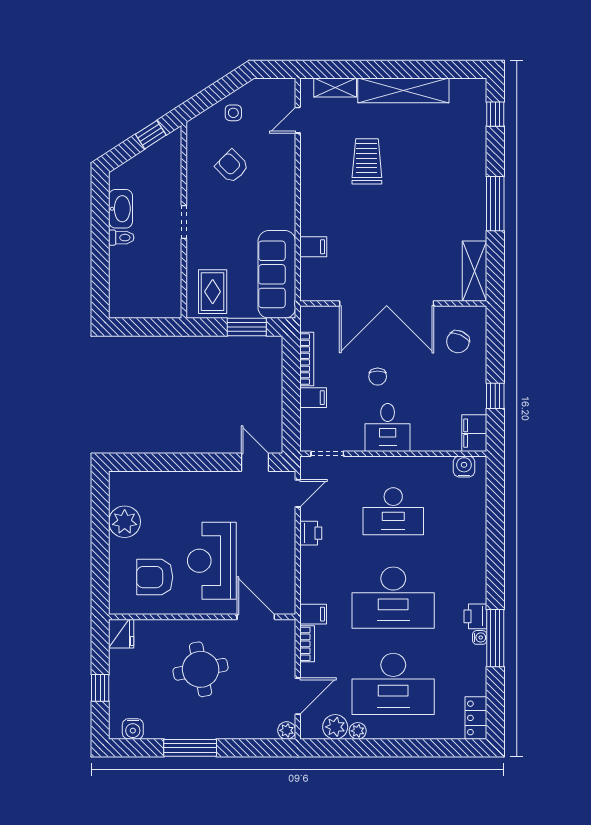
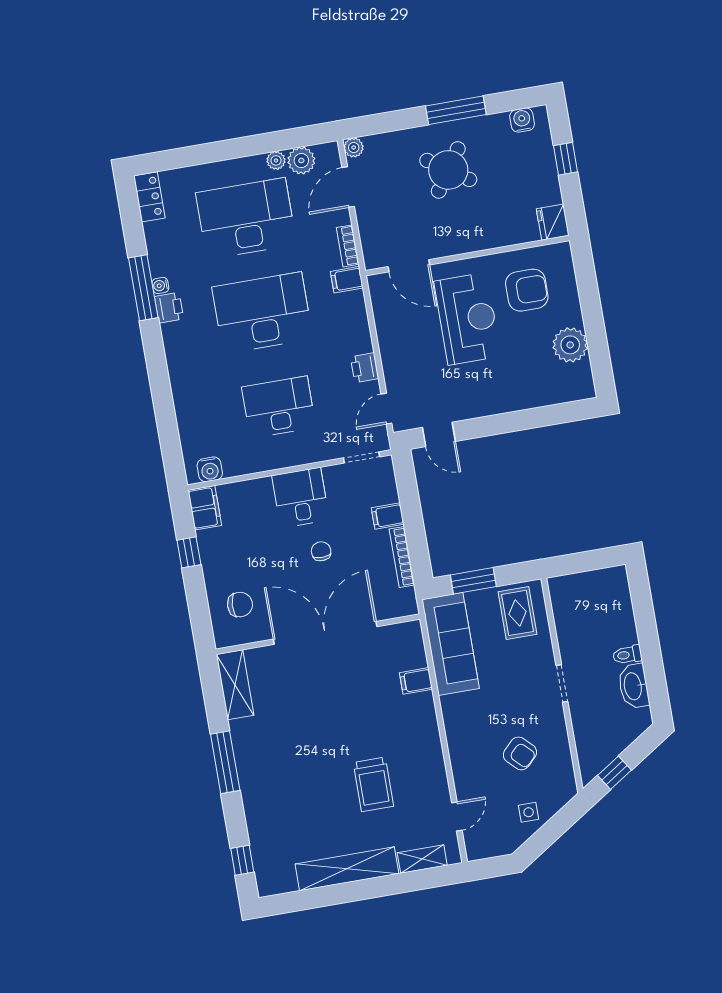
chair: (458, 342) -> (240, 605), turned 69
round table: (201, 669) -> (448, 170), moved, turned 45

